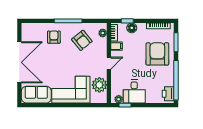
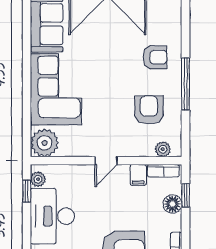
armchair: (82, 40) -> (149, 110), turned 129
door: (109, 63) -> (106, 161), hinge flipped
plant: (99, 85) -> (45, 143), moved
desk: (134, 92) -> (52, 216), width x1.37

